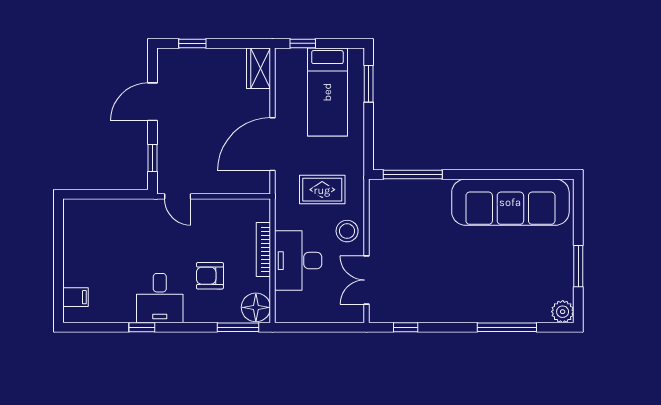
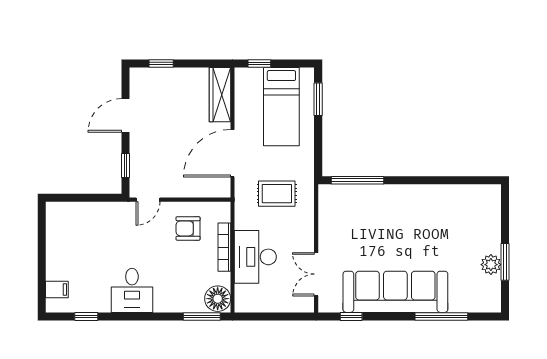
wardrobe: (259, 68) -> (220, 95), width x1.50
door: (178, 196) -> (148, 200), hinge flipped
sofa: (510, 202) -> (395, 292), moved, turned 180
stool: (347, 231) -> (299, 231), removed
armchair: (210, 276) -> (188, 228), moved
plant: (563, 312) -> (491, 265), moved
window: (142, 327) -> (86, 316), moved

